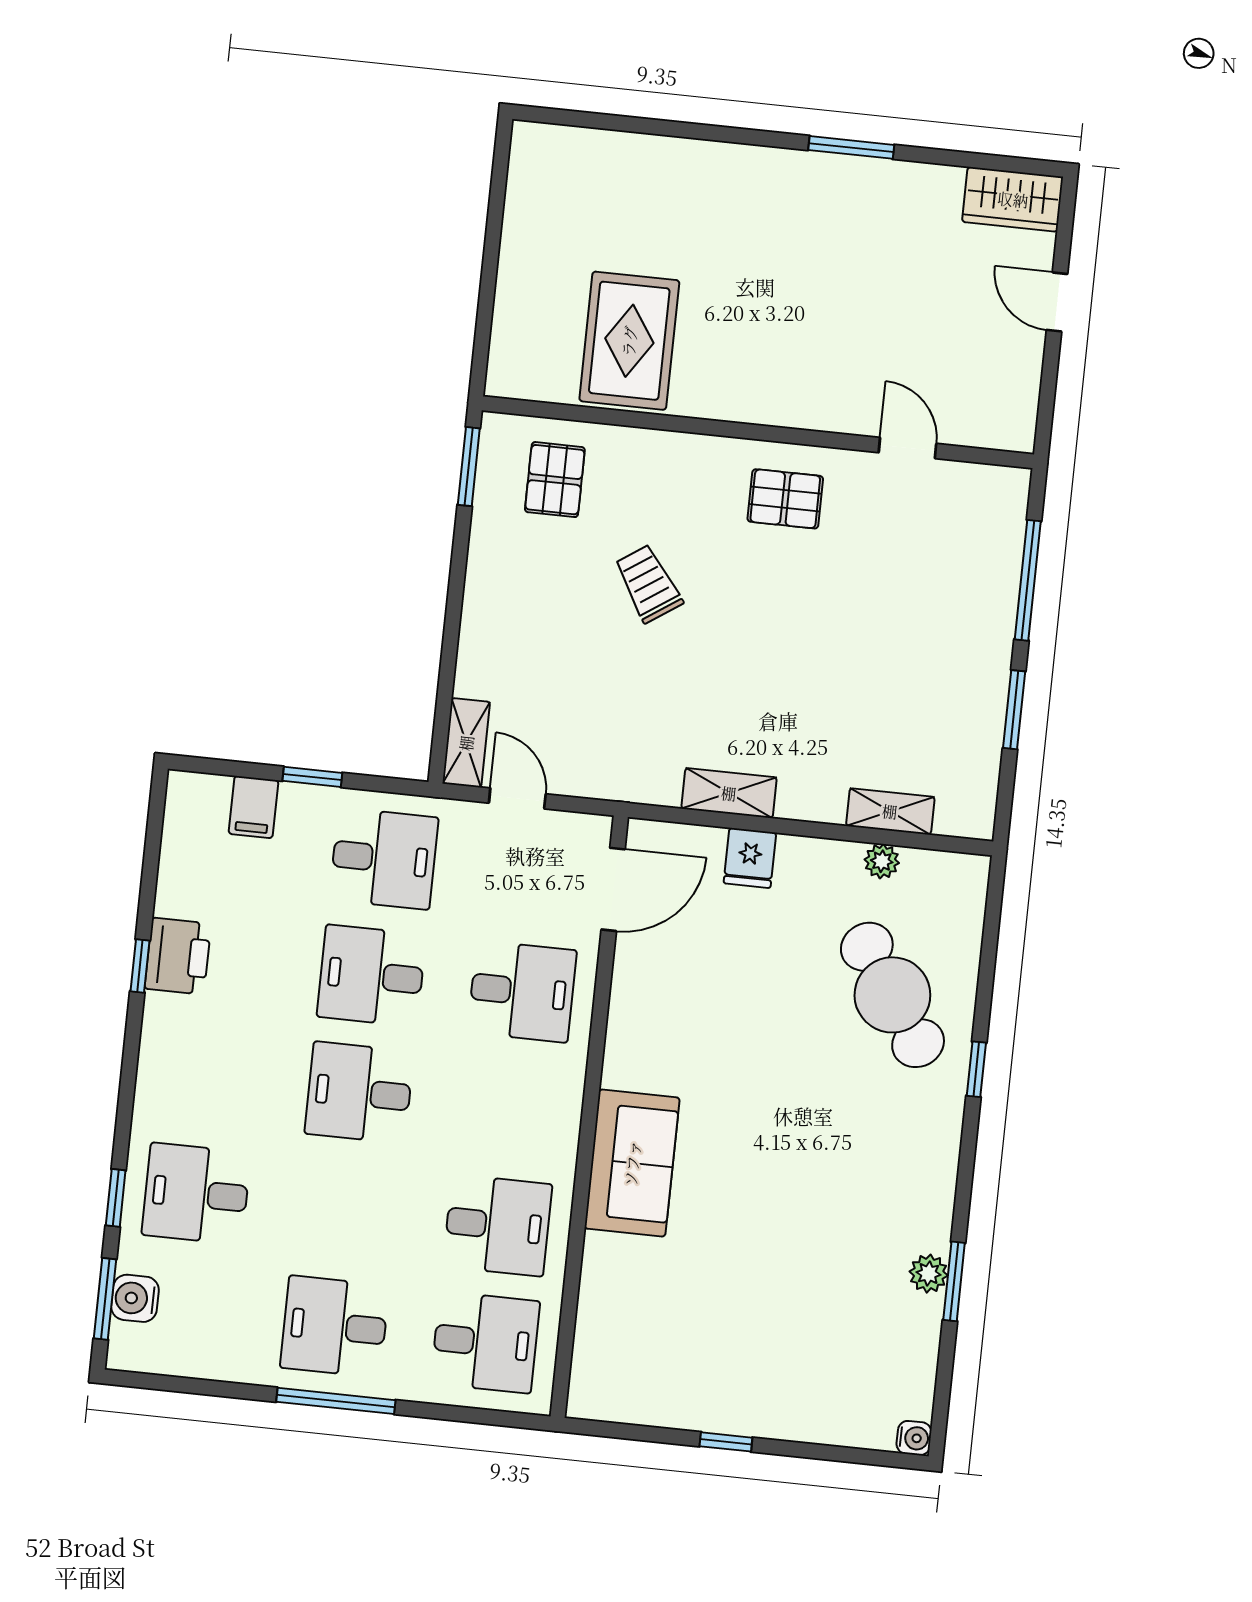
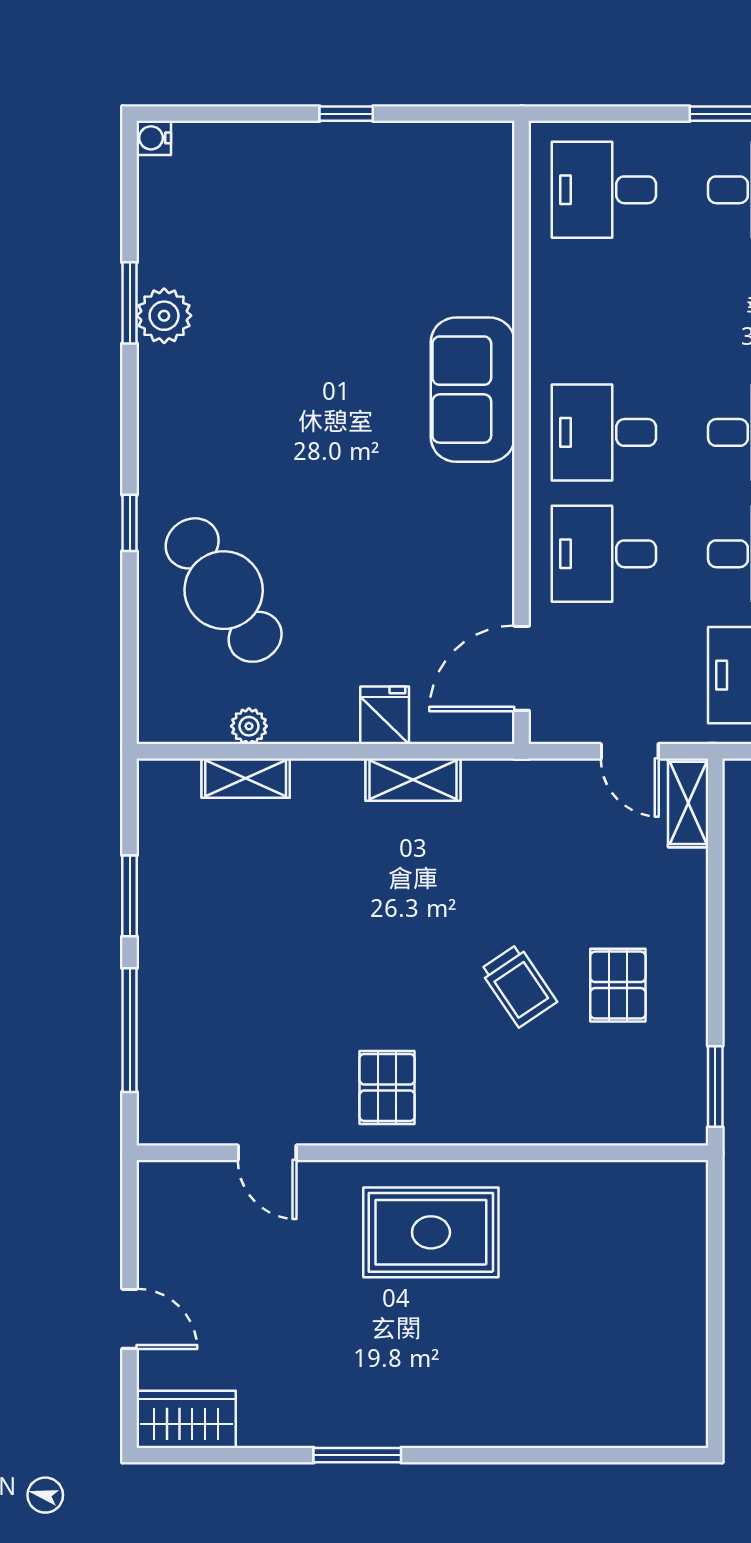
rug: (629, 341) -> (431, 1232), moved, turned 90
pallet: (555, 480) -> (618, 985), moved
pallet: (785, 499) -> (387, 1087), turned 90
desk: (498, 1225) -> (604, 432), moved
plant: (929, 1274) -> (164, 316), width x1.38, depth x1.38

